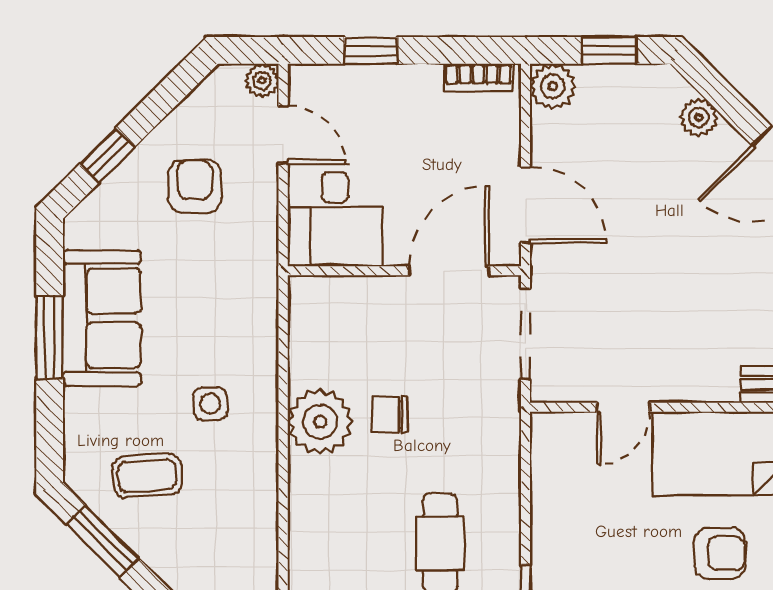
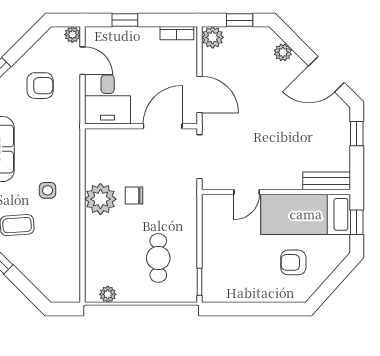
armchair: (195, 186) -> (40, 86), turned 90
armchair: (720, 553) -> (293, 262), turned 180

